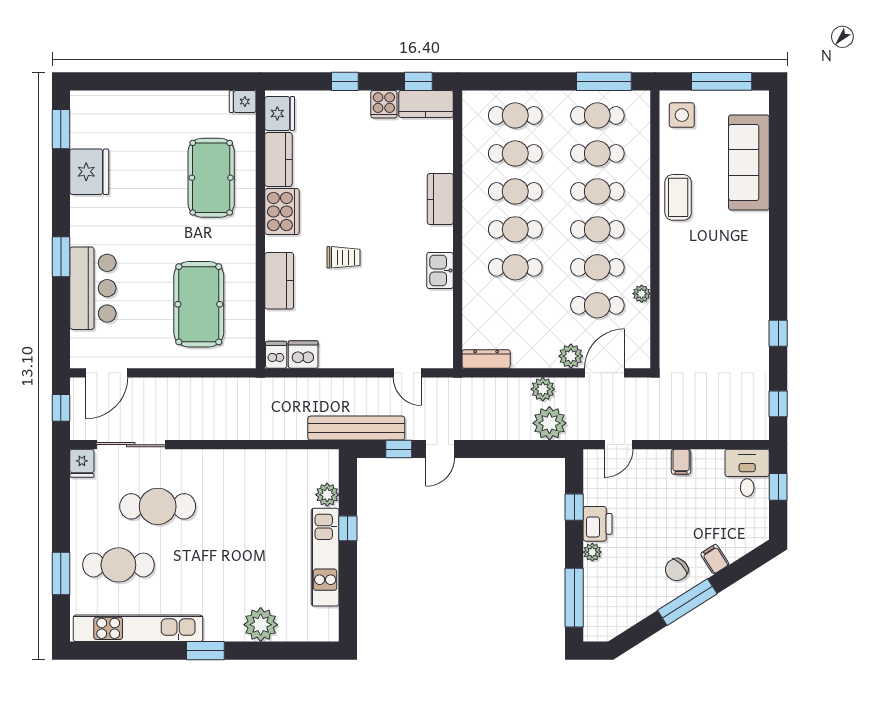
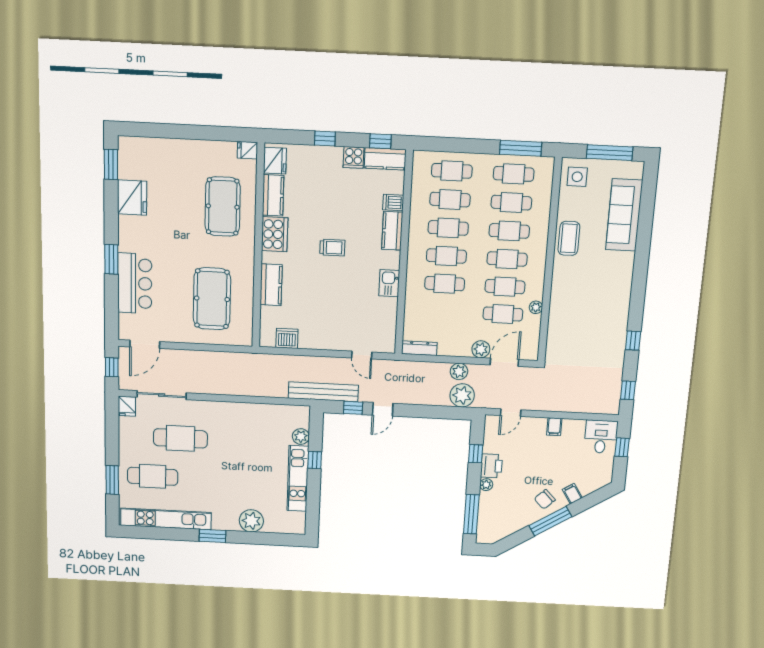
trolley: (343, 257) -> (332, 248), moved
dishwasher: (276, 355) -> (393, 202), moved, turned -90

